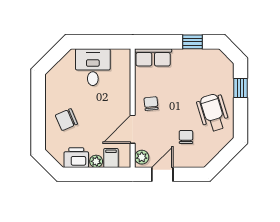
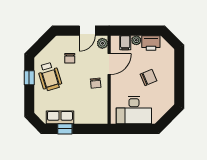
row of seats: (153, 57) -> (60, 117), moved
desk: (93, 67) -> (134, 110), width x1.37
window: (241, 88) -> (29, 78), moved
chair: (66, 120) -> (148, 77), moved

